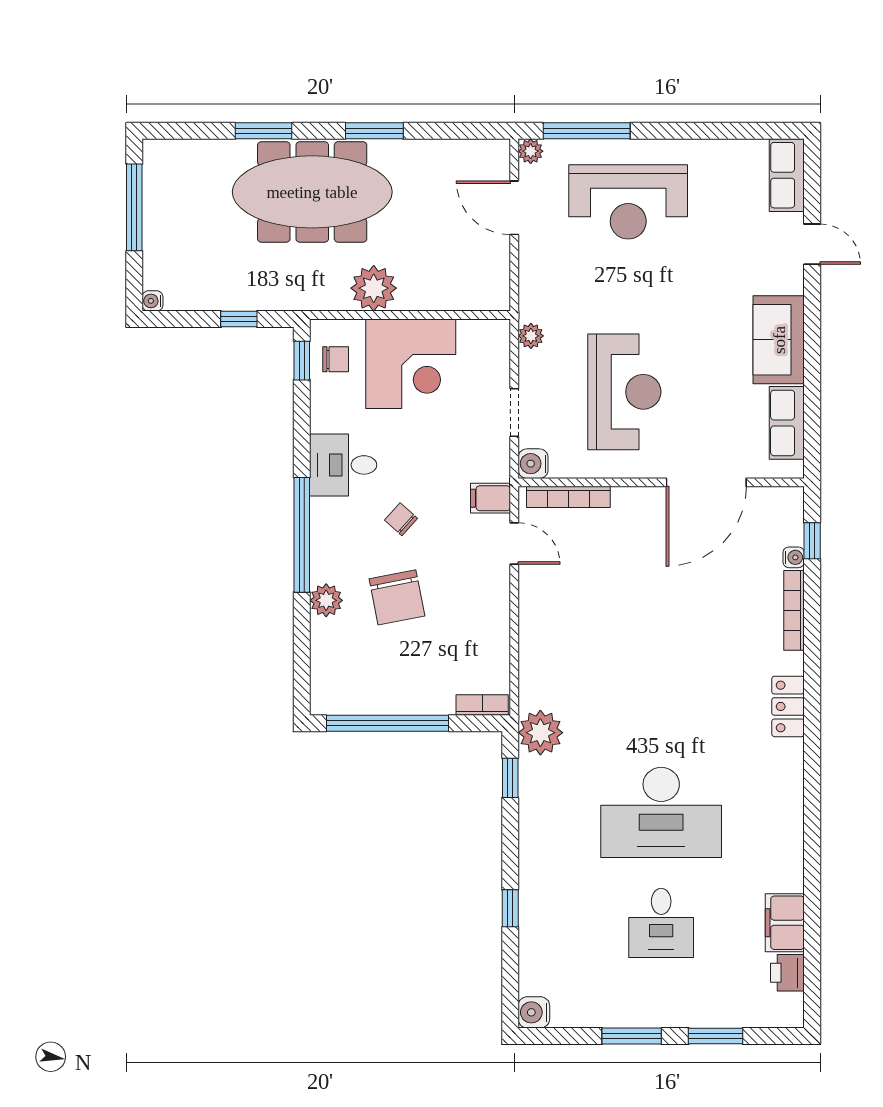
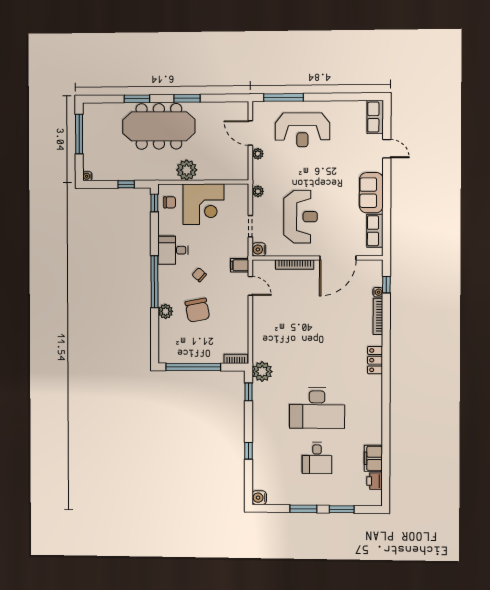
plant: (531, 151) -> (258, 154), moved
bookcase: (568, 497) -> (295, 265), moved

